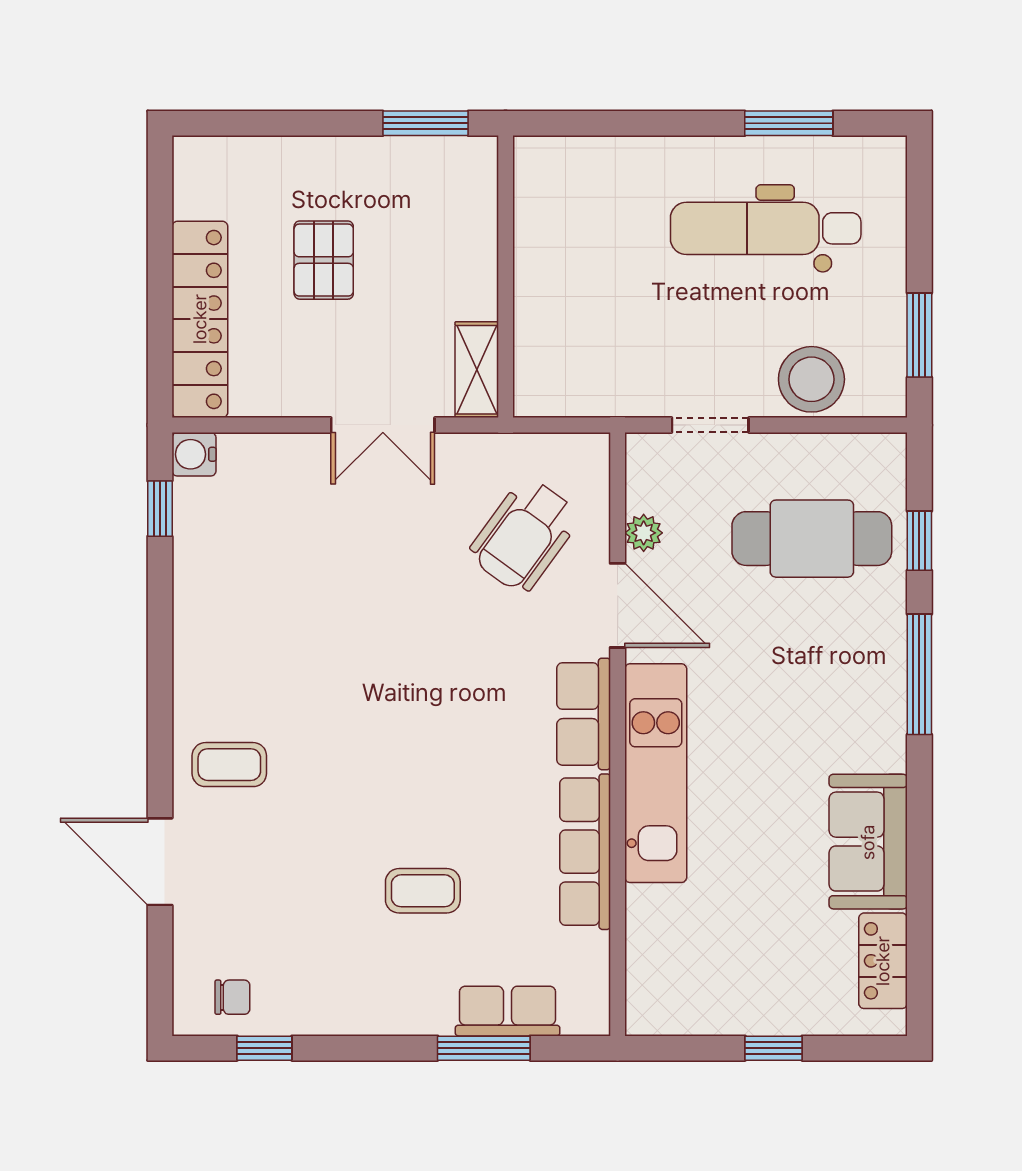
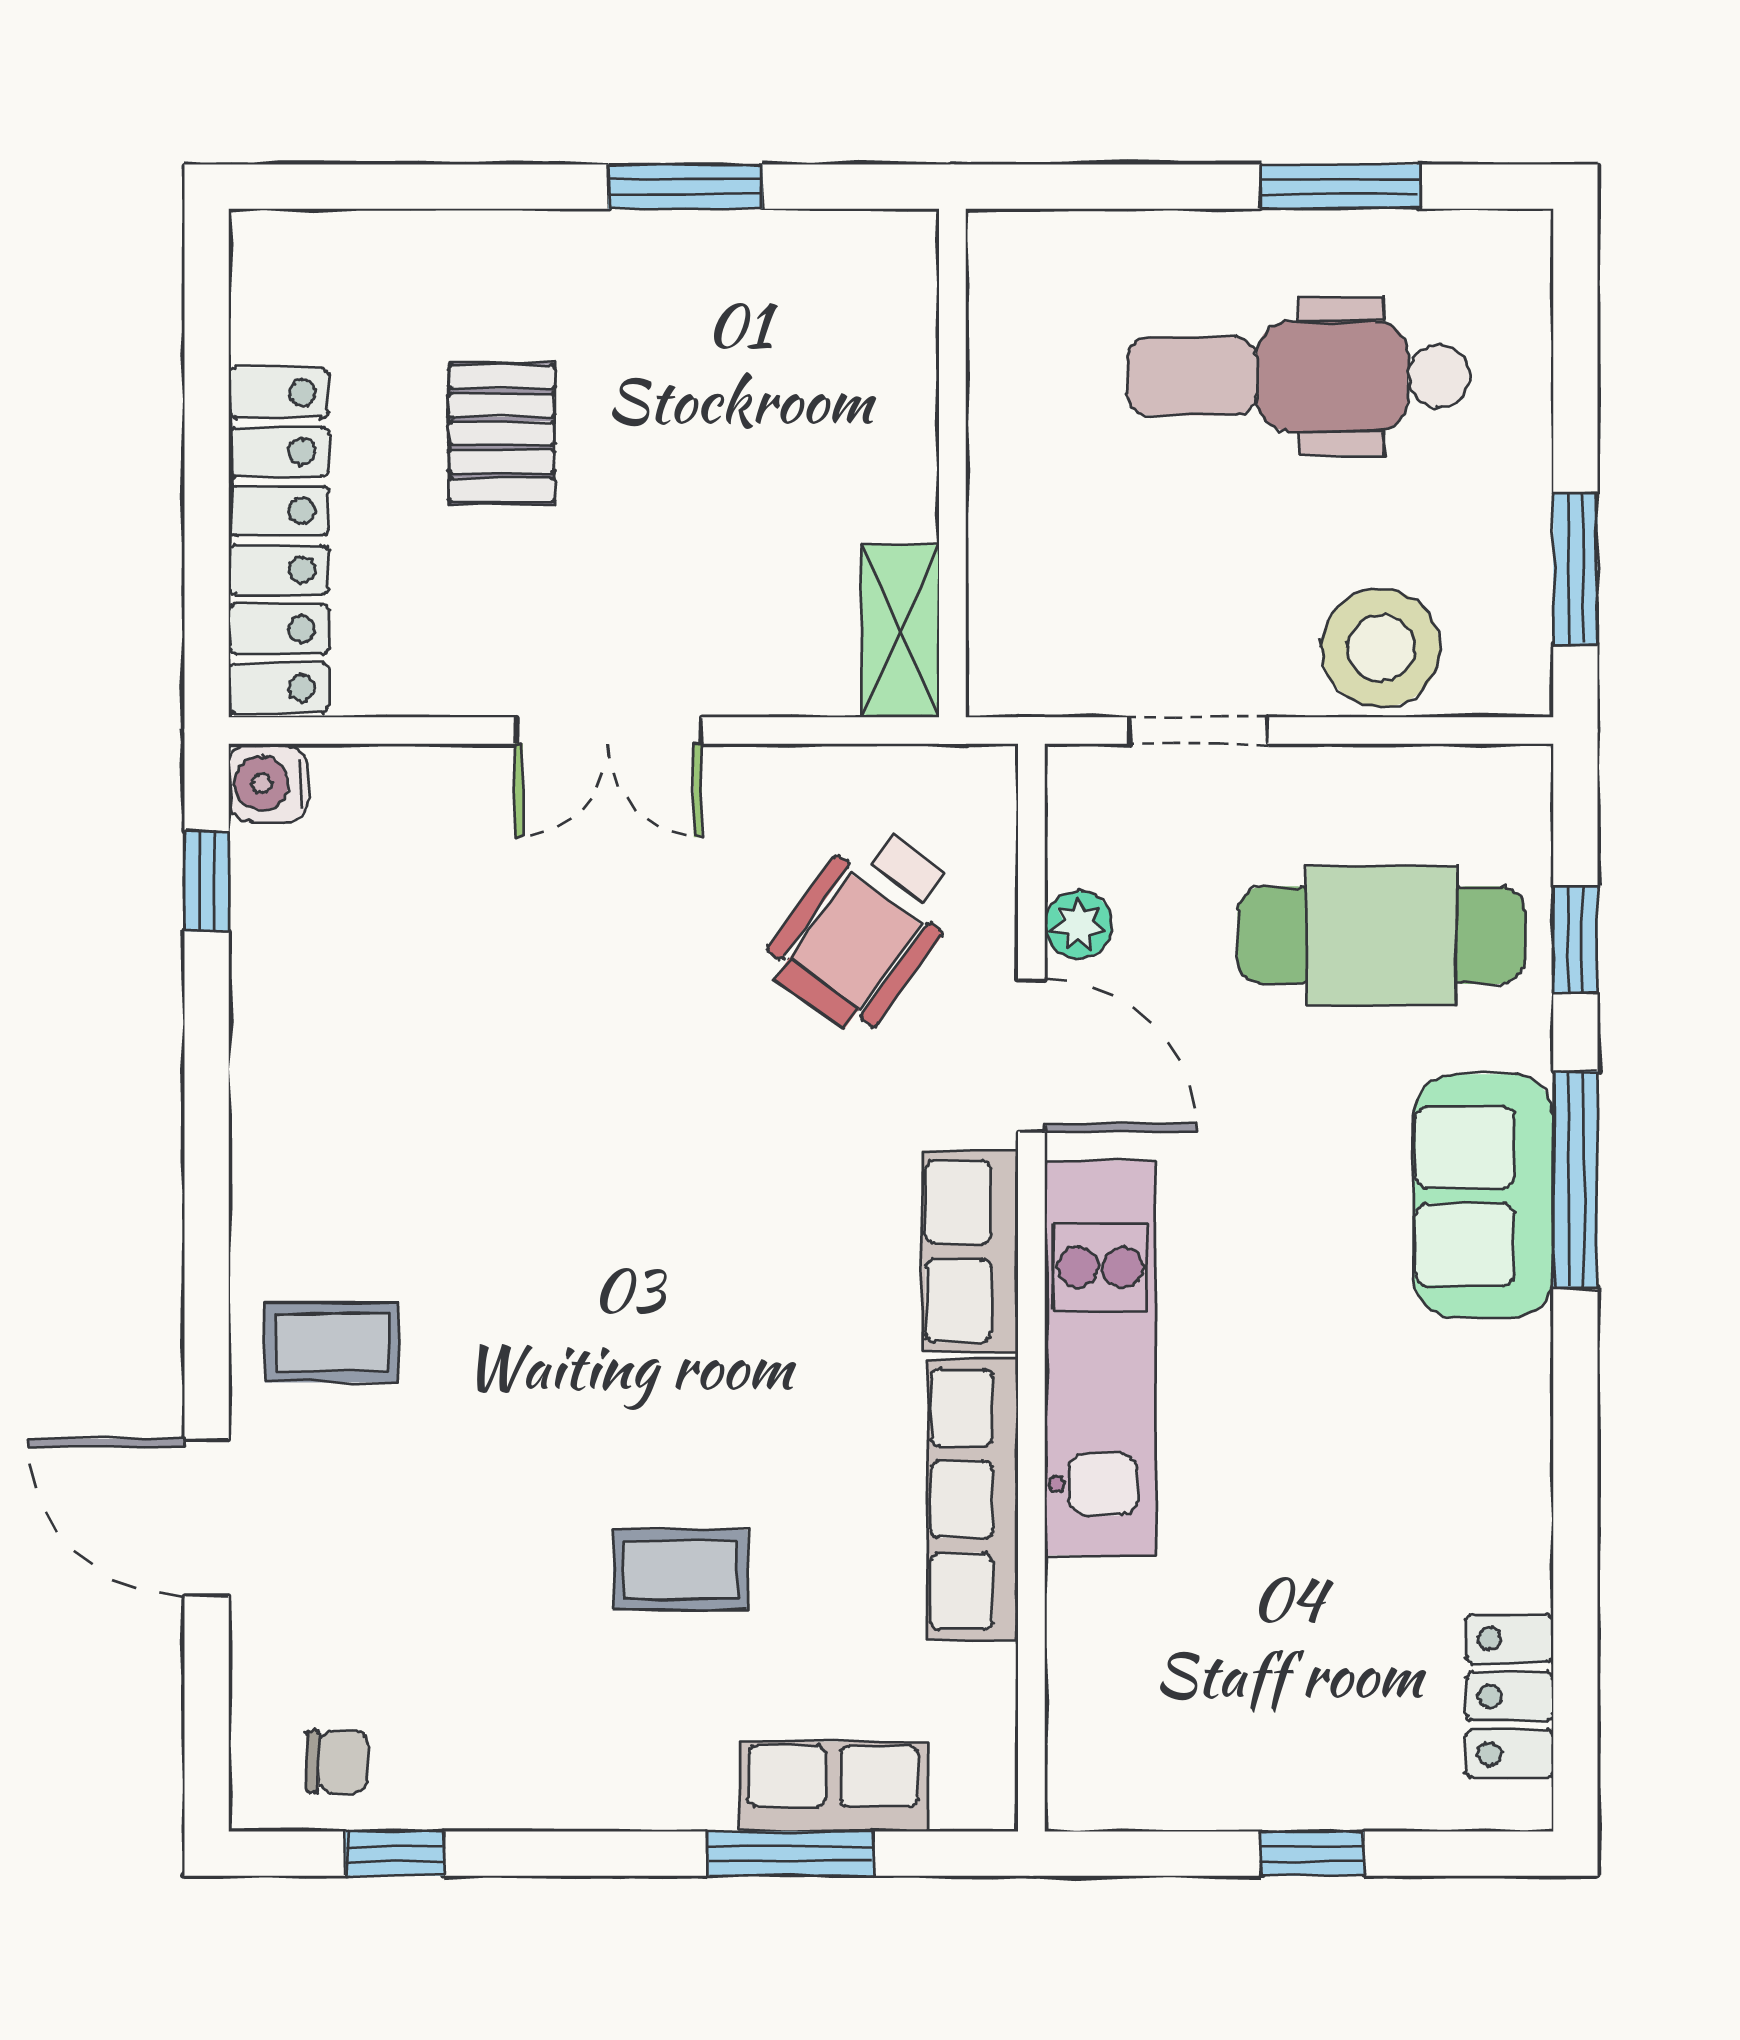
wall: (506, 277) -> (952, 463), moved
shelving: (477, 370) -> (900, 631), moved
sofa: (868, 842) -> (1483, 1196), moved

